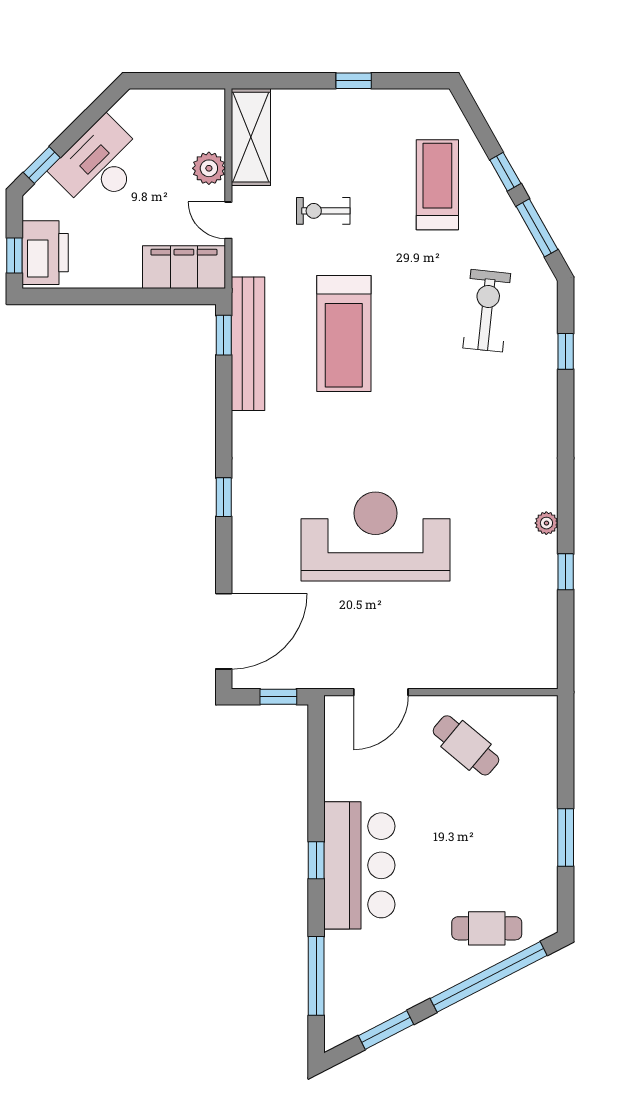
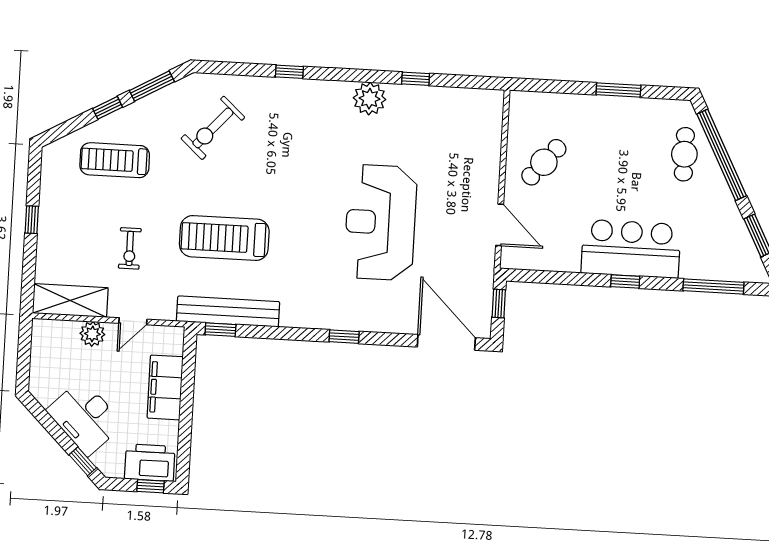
filing cabinet: (184, 267) -> (165, 387), moved
exercise bike: (487, 311) -> (213, 128), turned -54
treadmill: (344, 334) -> (224, 238), turned 180
window: (566, 351) -> (289, 72), moved
plant: (546, 523) -> (369, 99), width x1.88, depth x1.88

